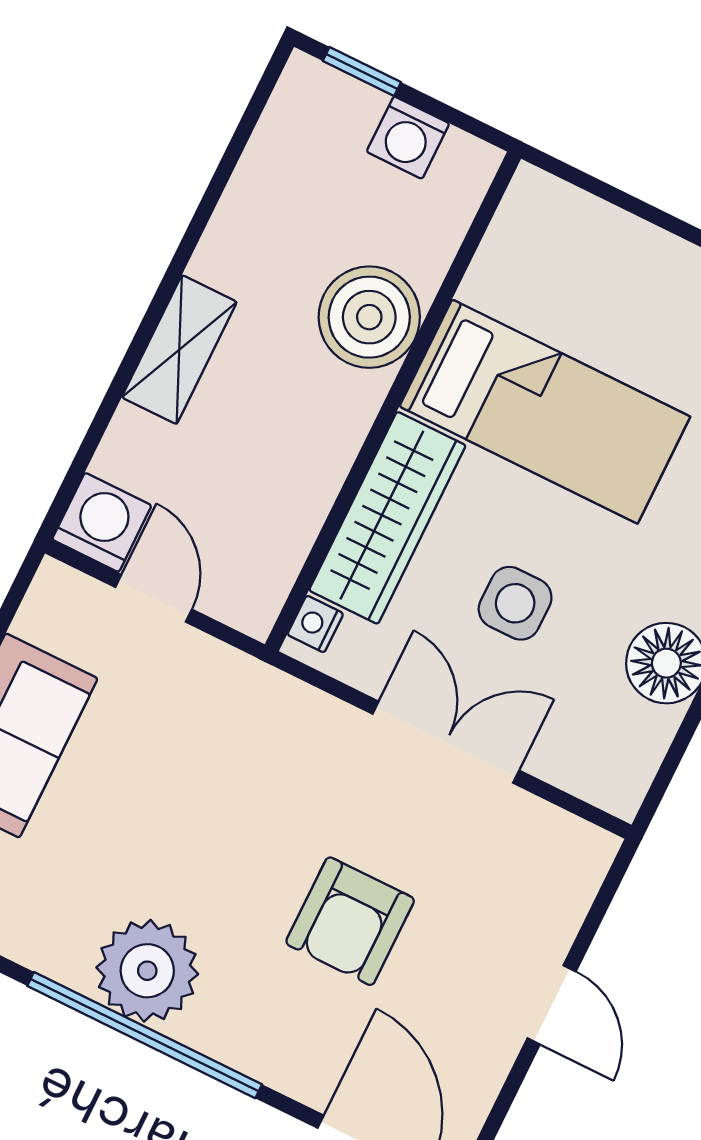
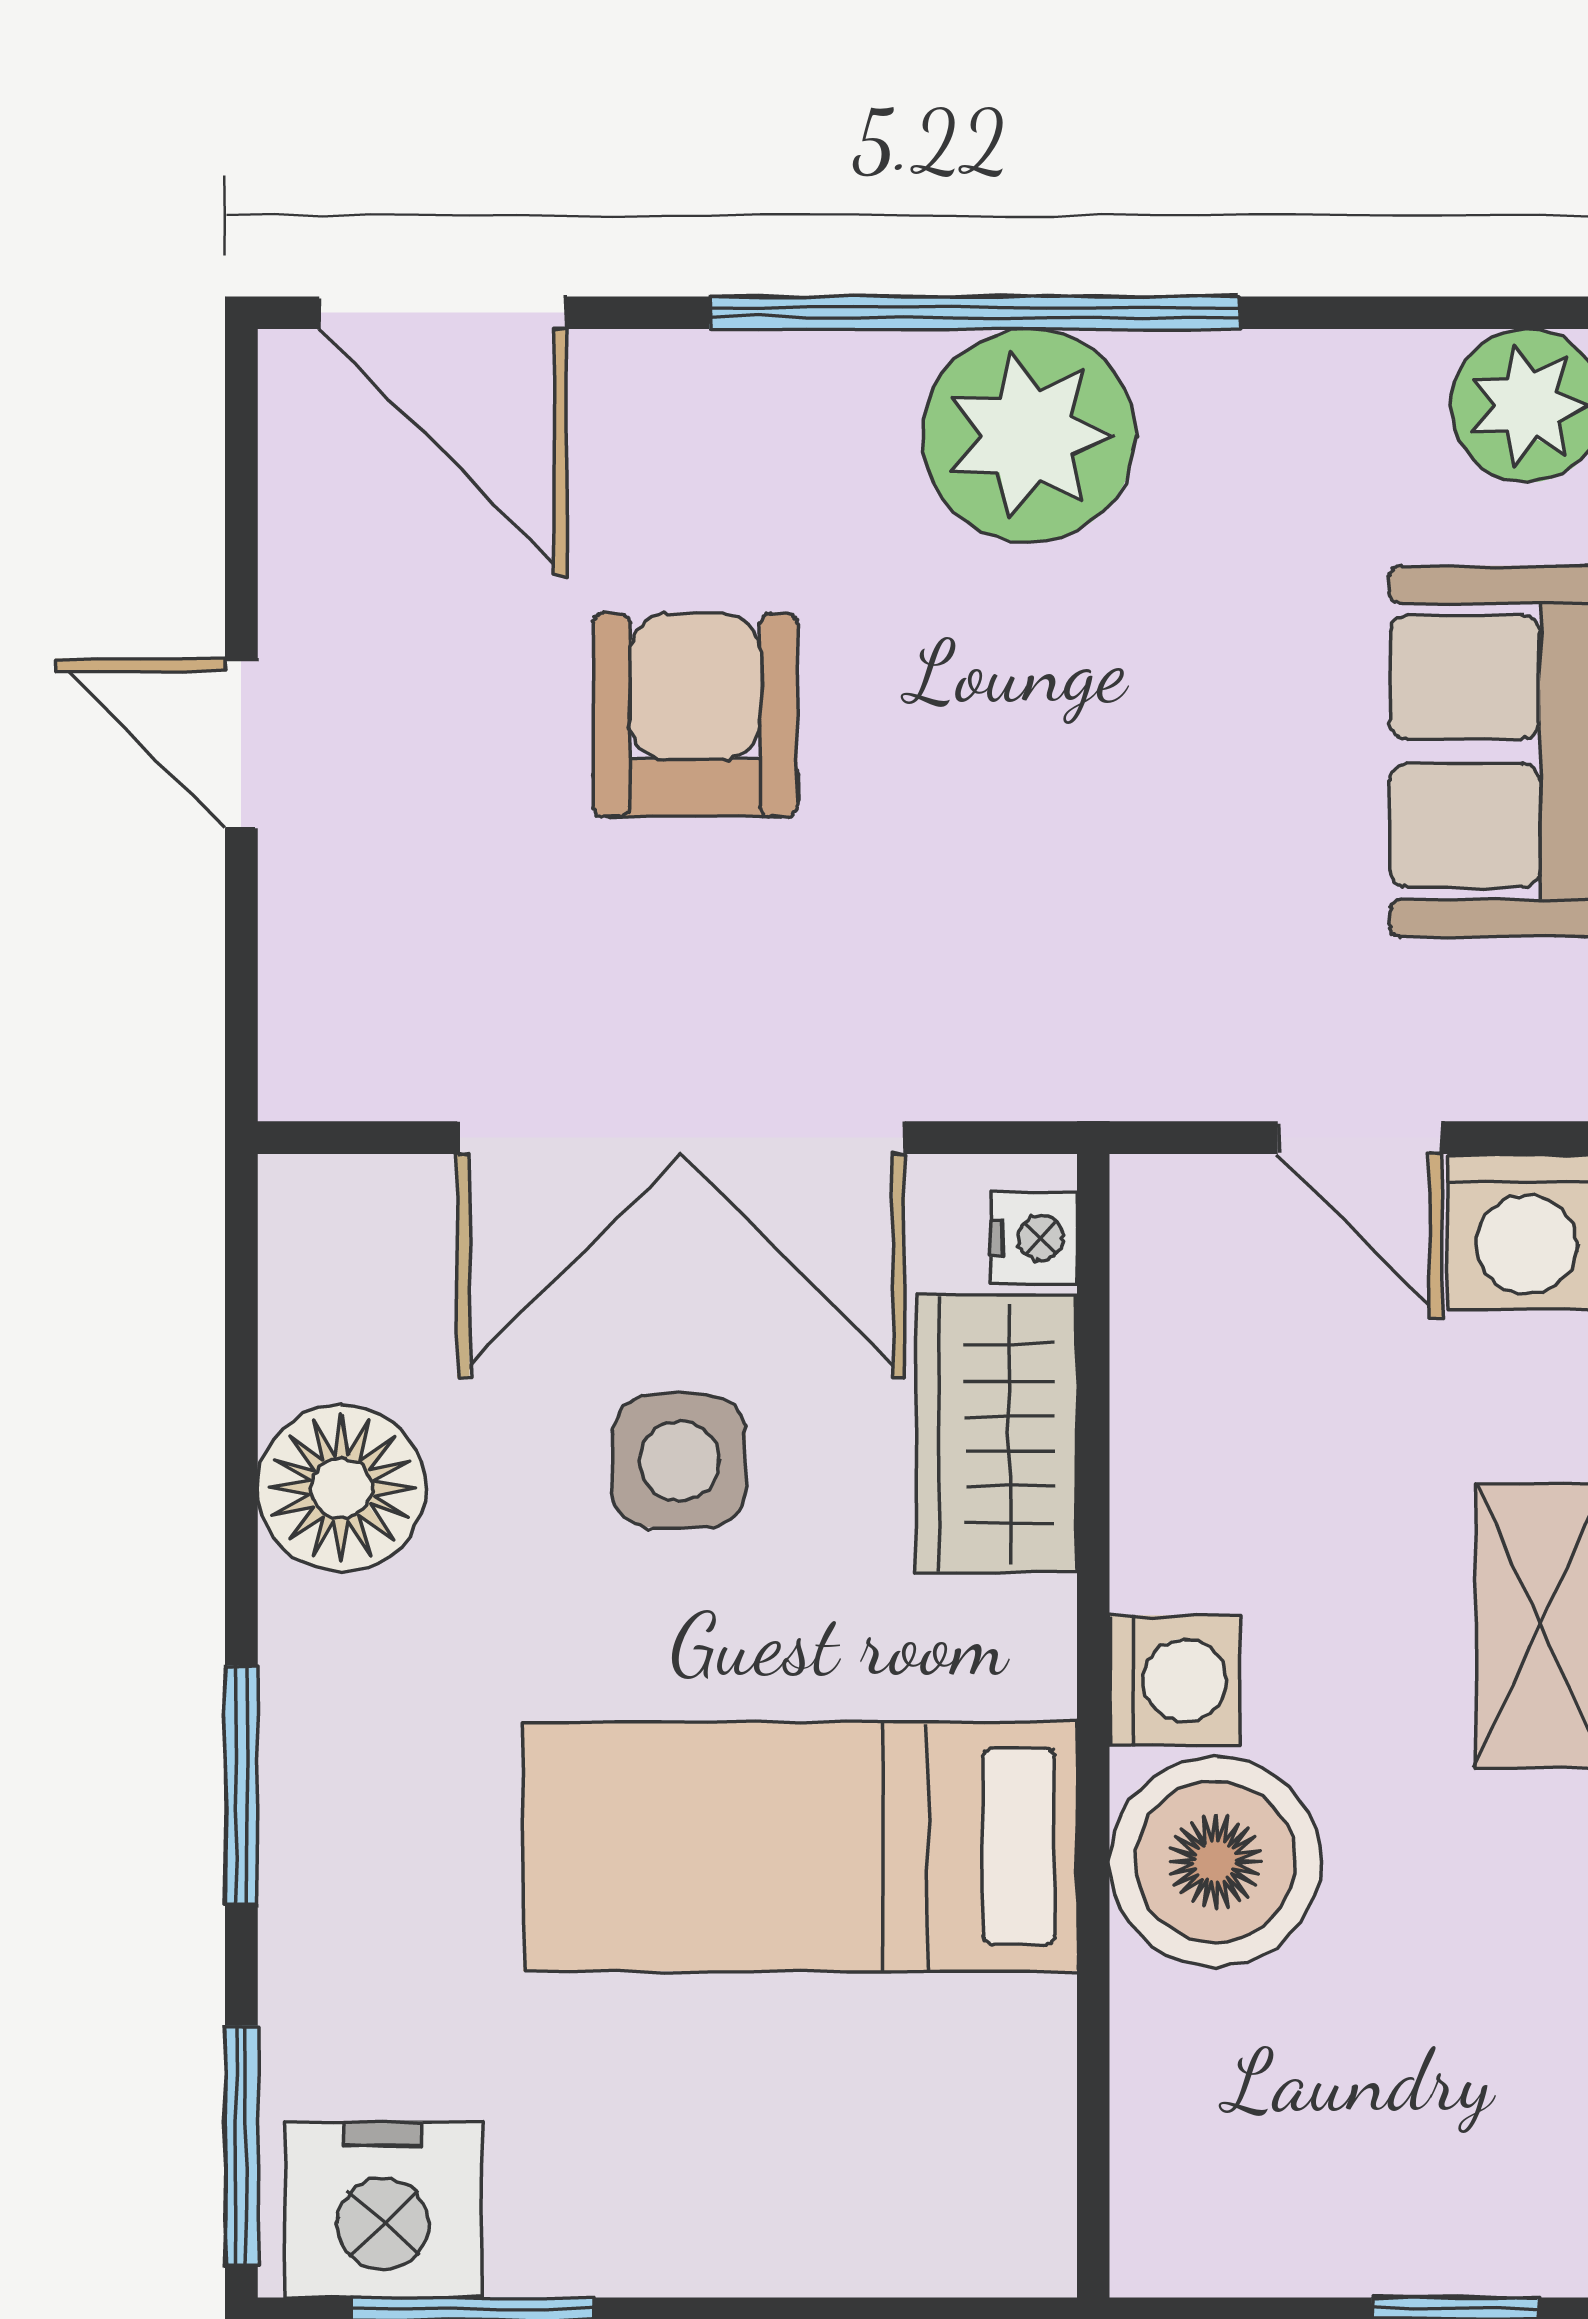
washing machine: (408, 138) -> (1174, 1680), moved, turned 90
wardrobe: (387, 518) -> (997, 1434), width x0.67
double door: (446, 742) -> (681, 1138), width x1.37

